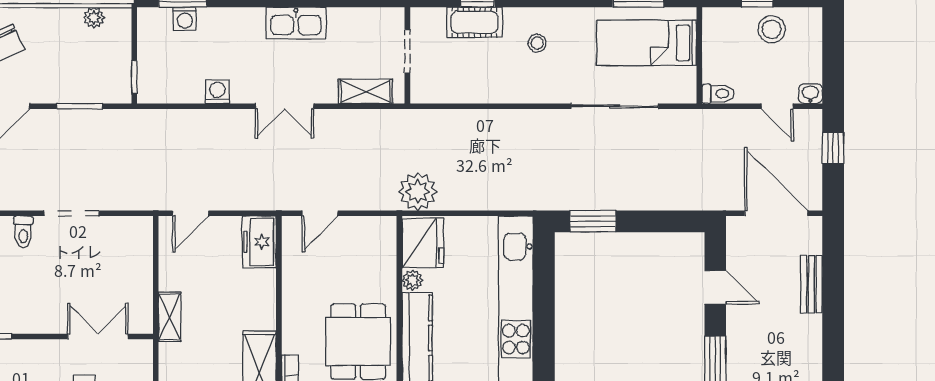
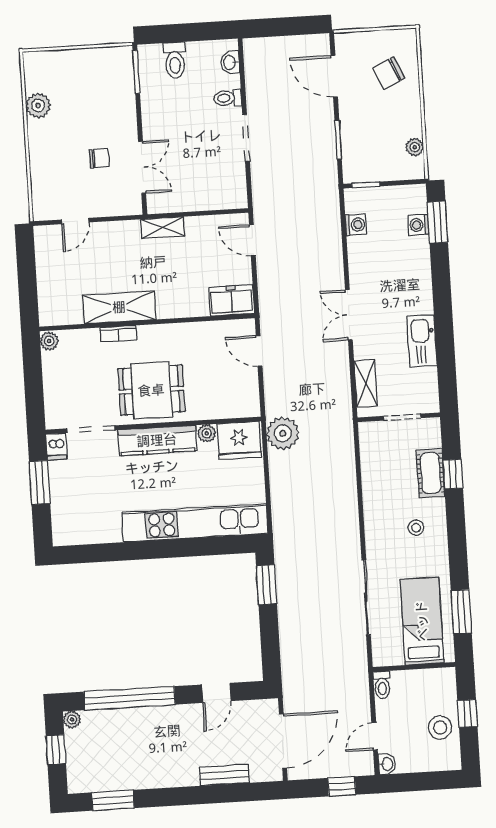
kitchen sink: (296, 23) -> (422, 341), moved
washing machine: (217, 92) -> (356, 225), moved

